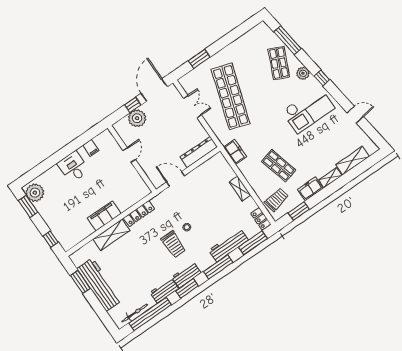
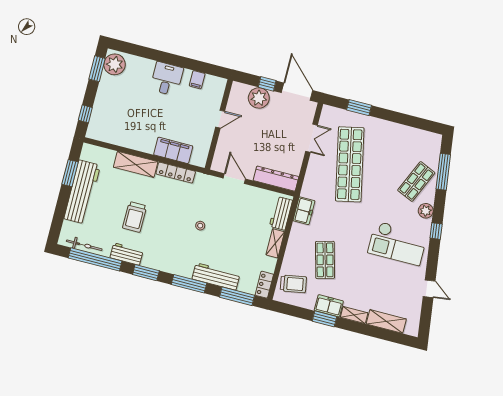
door: (154, 90) -> (297, 92), hinge flipped
shop shelf: (231, 96) -> (350, 164), turned -30
window: (299, 211) -> (325, 319), moved
filing cabinet: (104, 216) -> (173, 150), moved
trolley: (173, 244) -> (135, 217), moved
workbench: (186, 275) -> (281, 213), moved, turned -90

